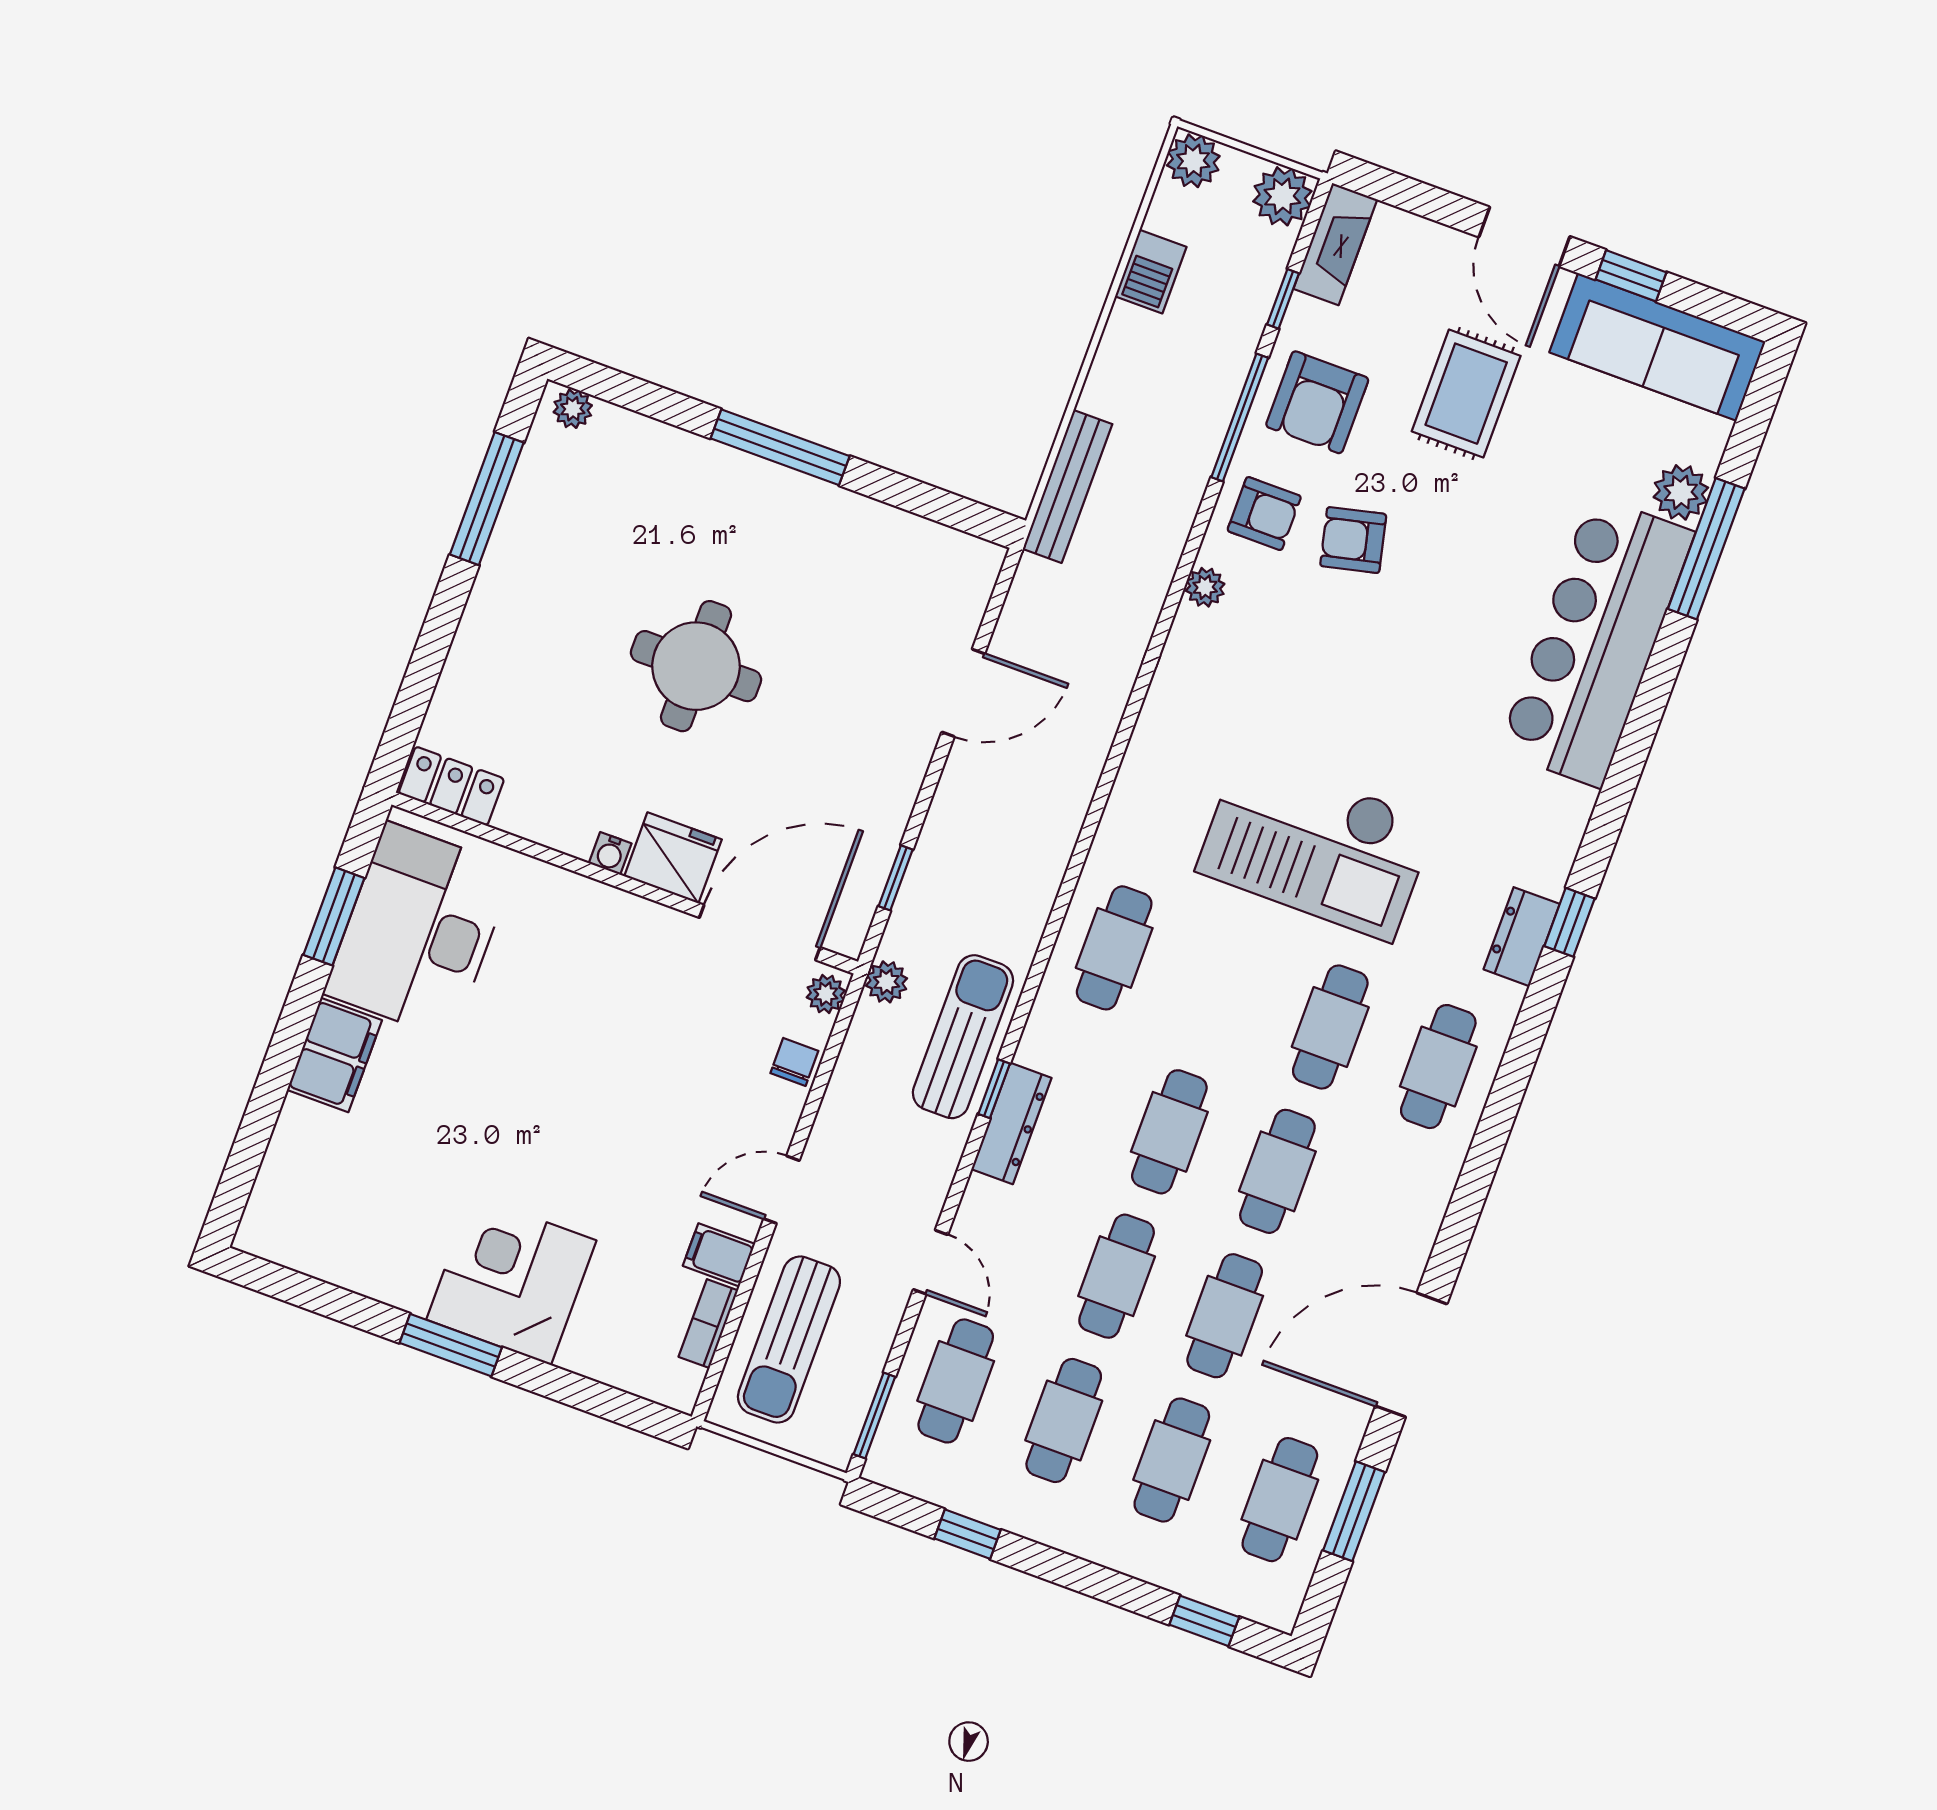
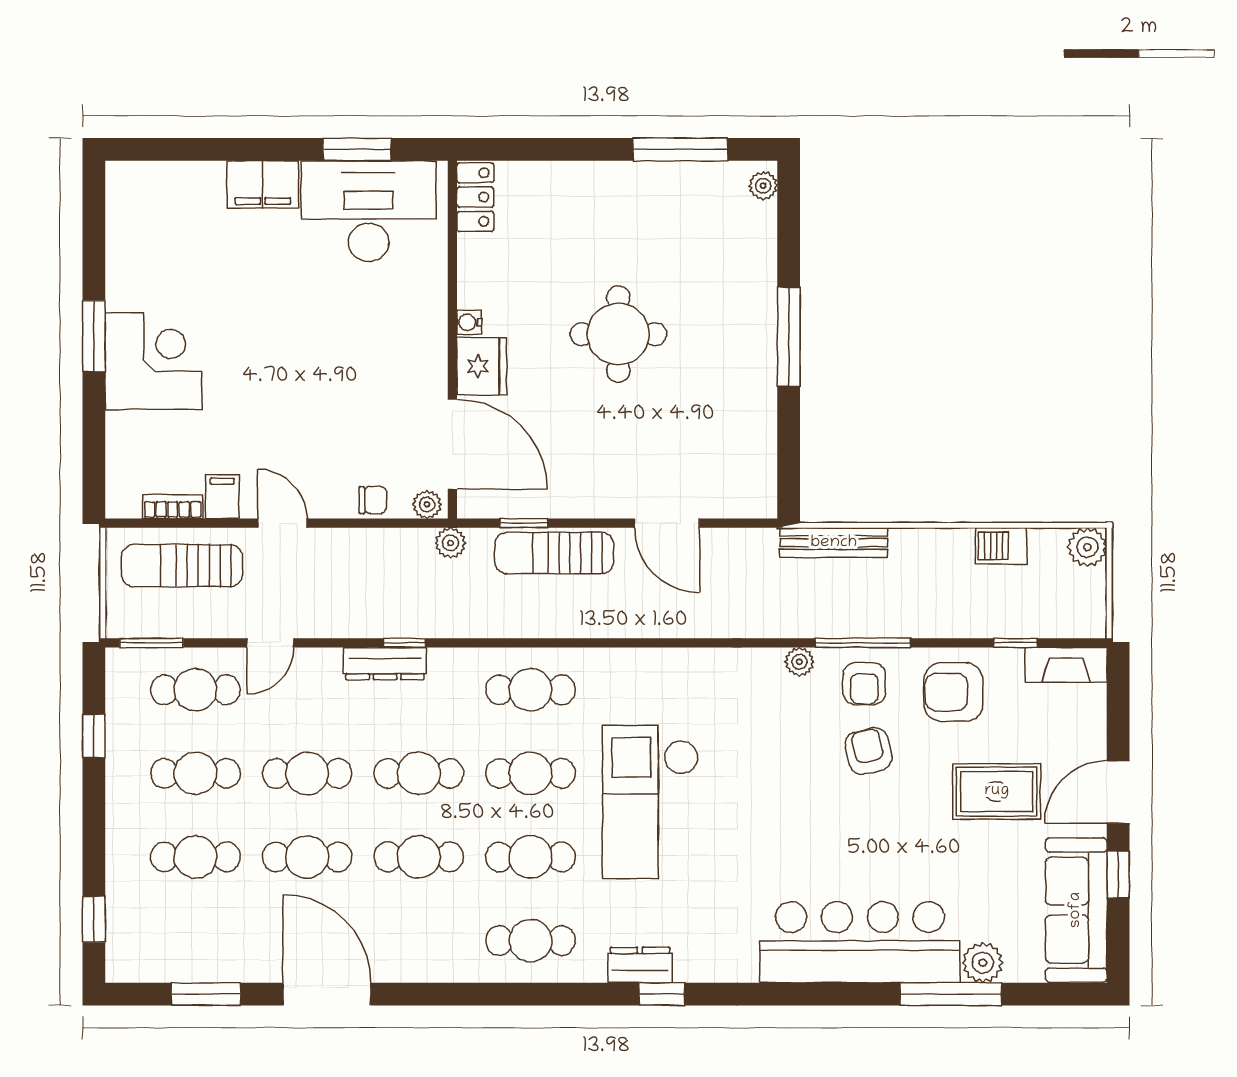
plant: (1282, 196) -> (1085, 617), removed
window: (1240, 417) -> (863, 643), moved
sun lounger: (963, 1037) -> (554, 553), moved, turned 180
cafe table: (1280, 1500) -> (530, 773), moved

